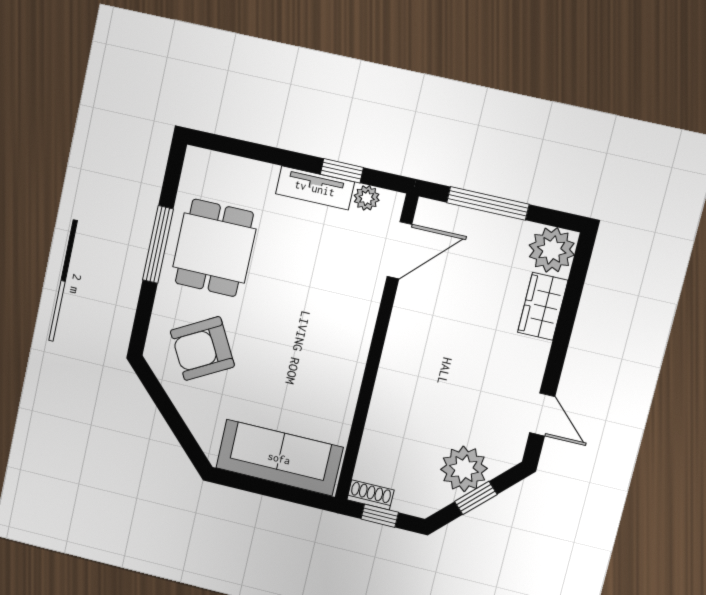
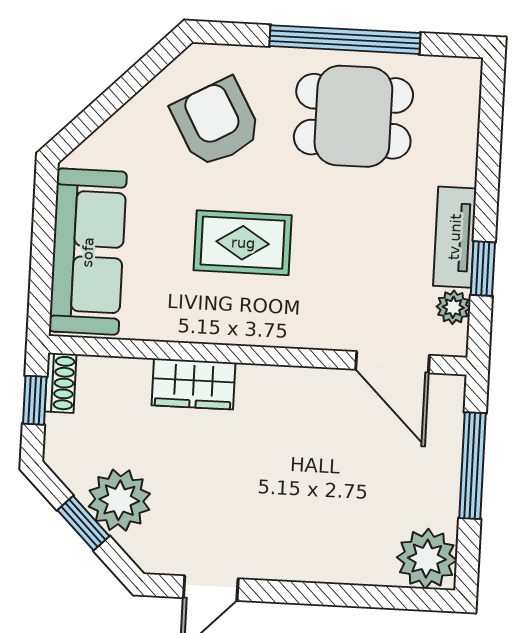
window: (158, 245) -> (345, 40), width x1.46
wardrobe: (543, 306) -> (193, 384), moved, turned 180
rug: (292, 345) -> (243, 243), added

